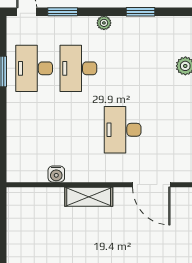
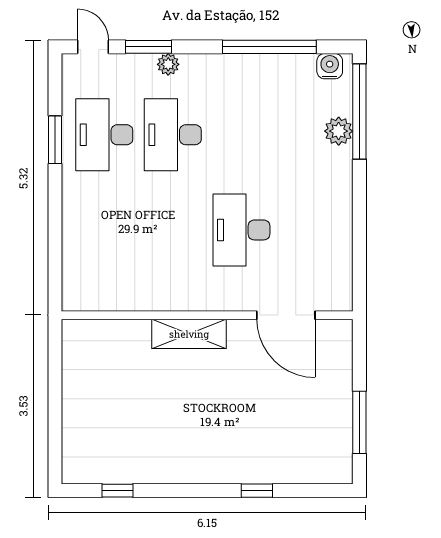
window: (141, 12) -> (269, 47), width x2.11
plant: (104, 23) -> (168, 64), moved
water cooler: (56, 174) -> (330, 66), moved, turned 180

